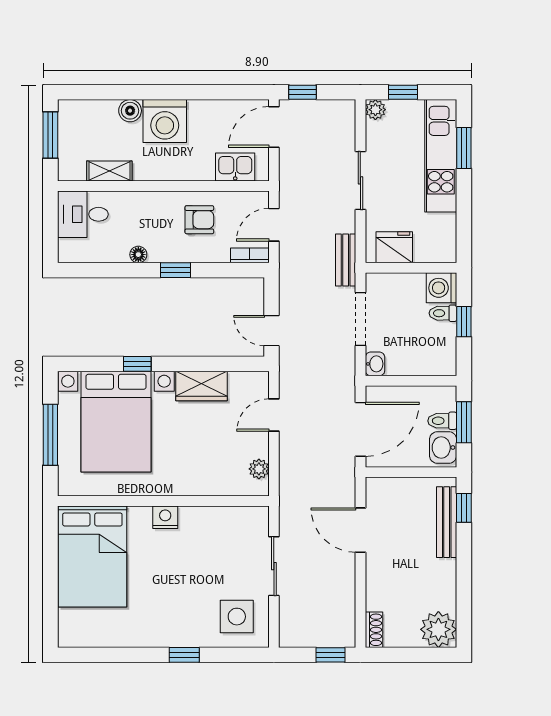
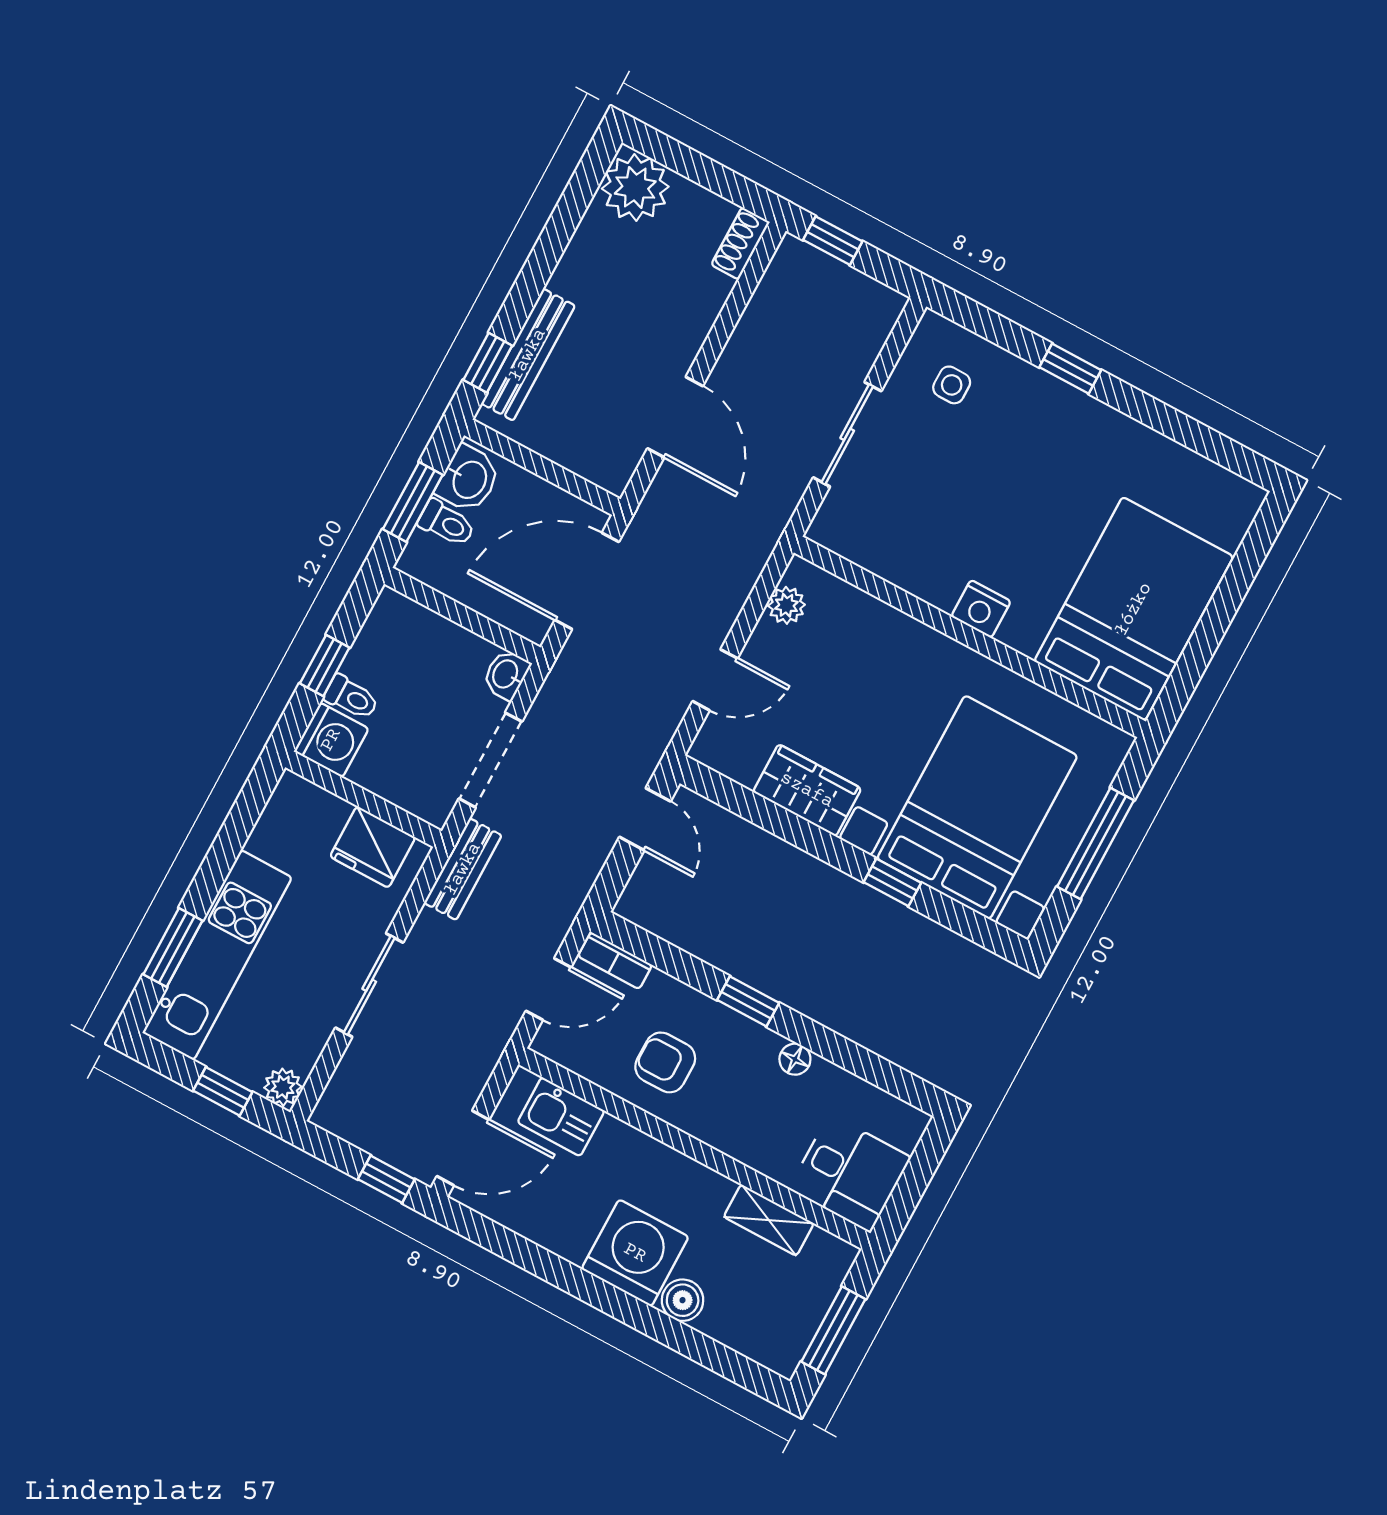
side table: (237, 617) -> (952, 385), width x0.54, depth x0.54

